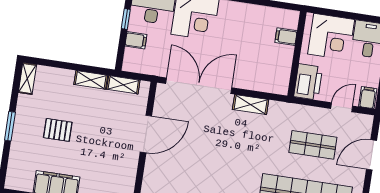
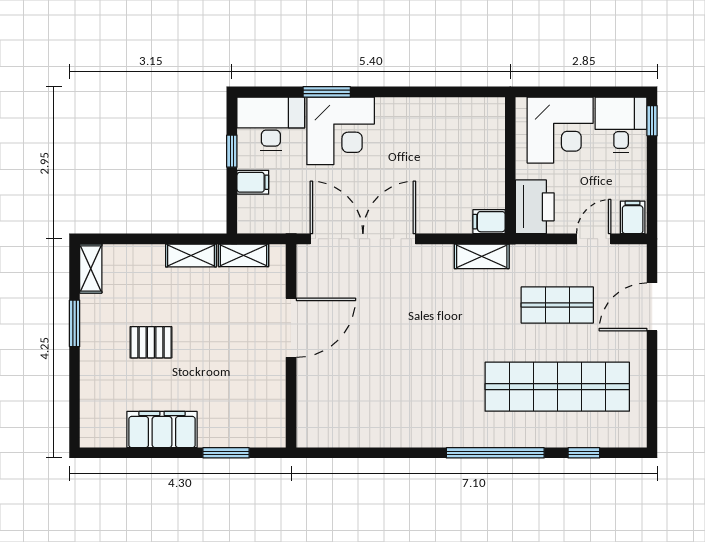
filing cabinet: (286, 37) -> (489, 222), moved
shelving: (251, 105) -> (482, 256), moved
window: (10, 126) -> (75, 323), moved

